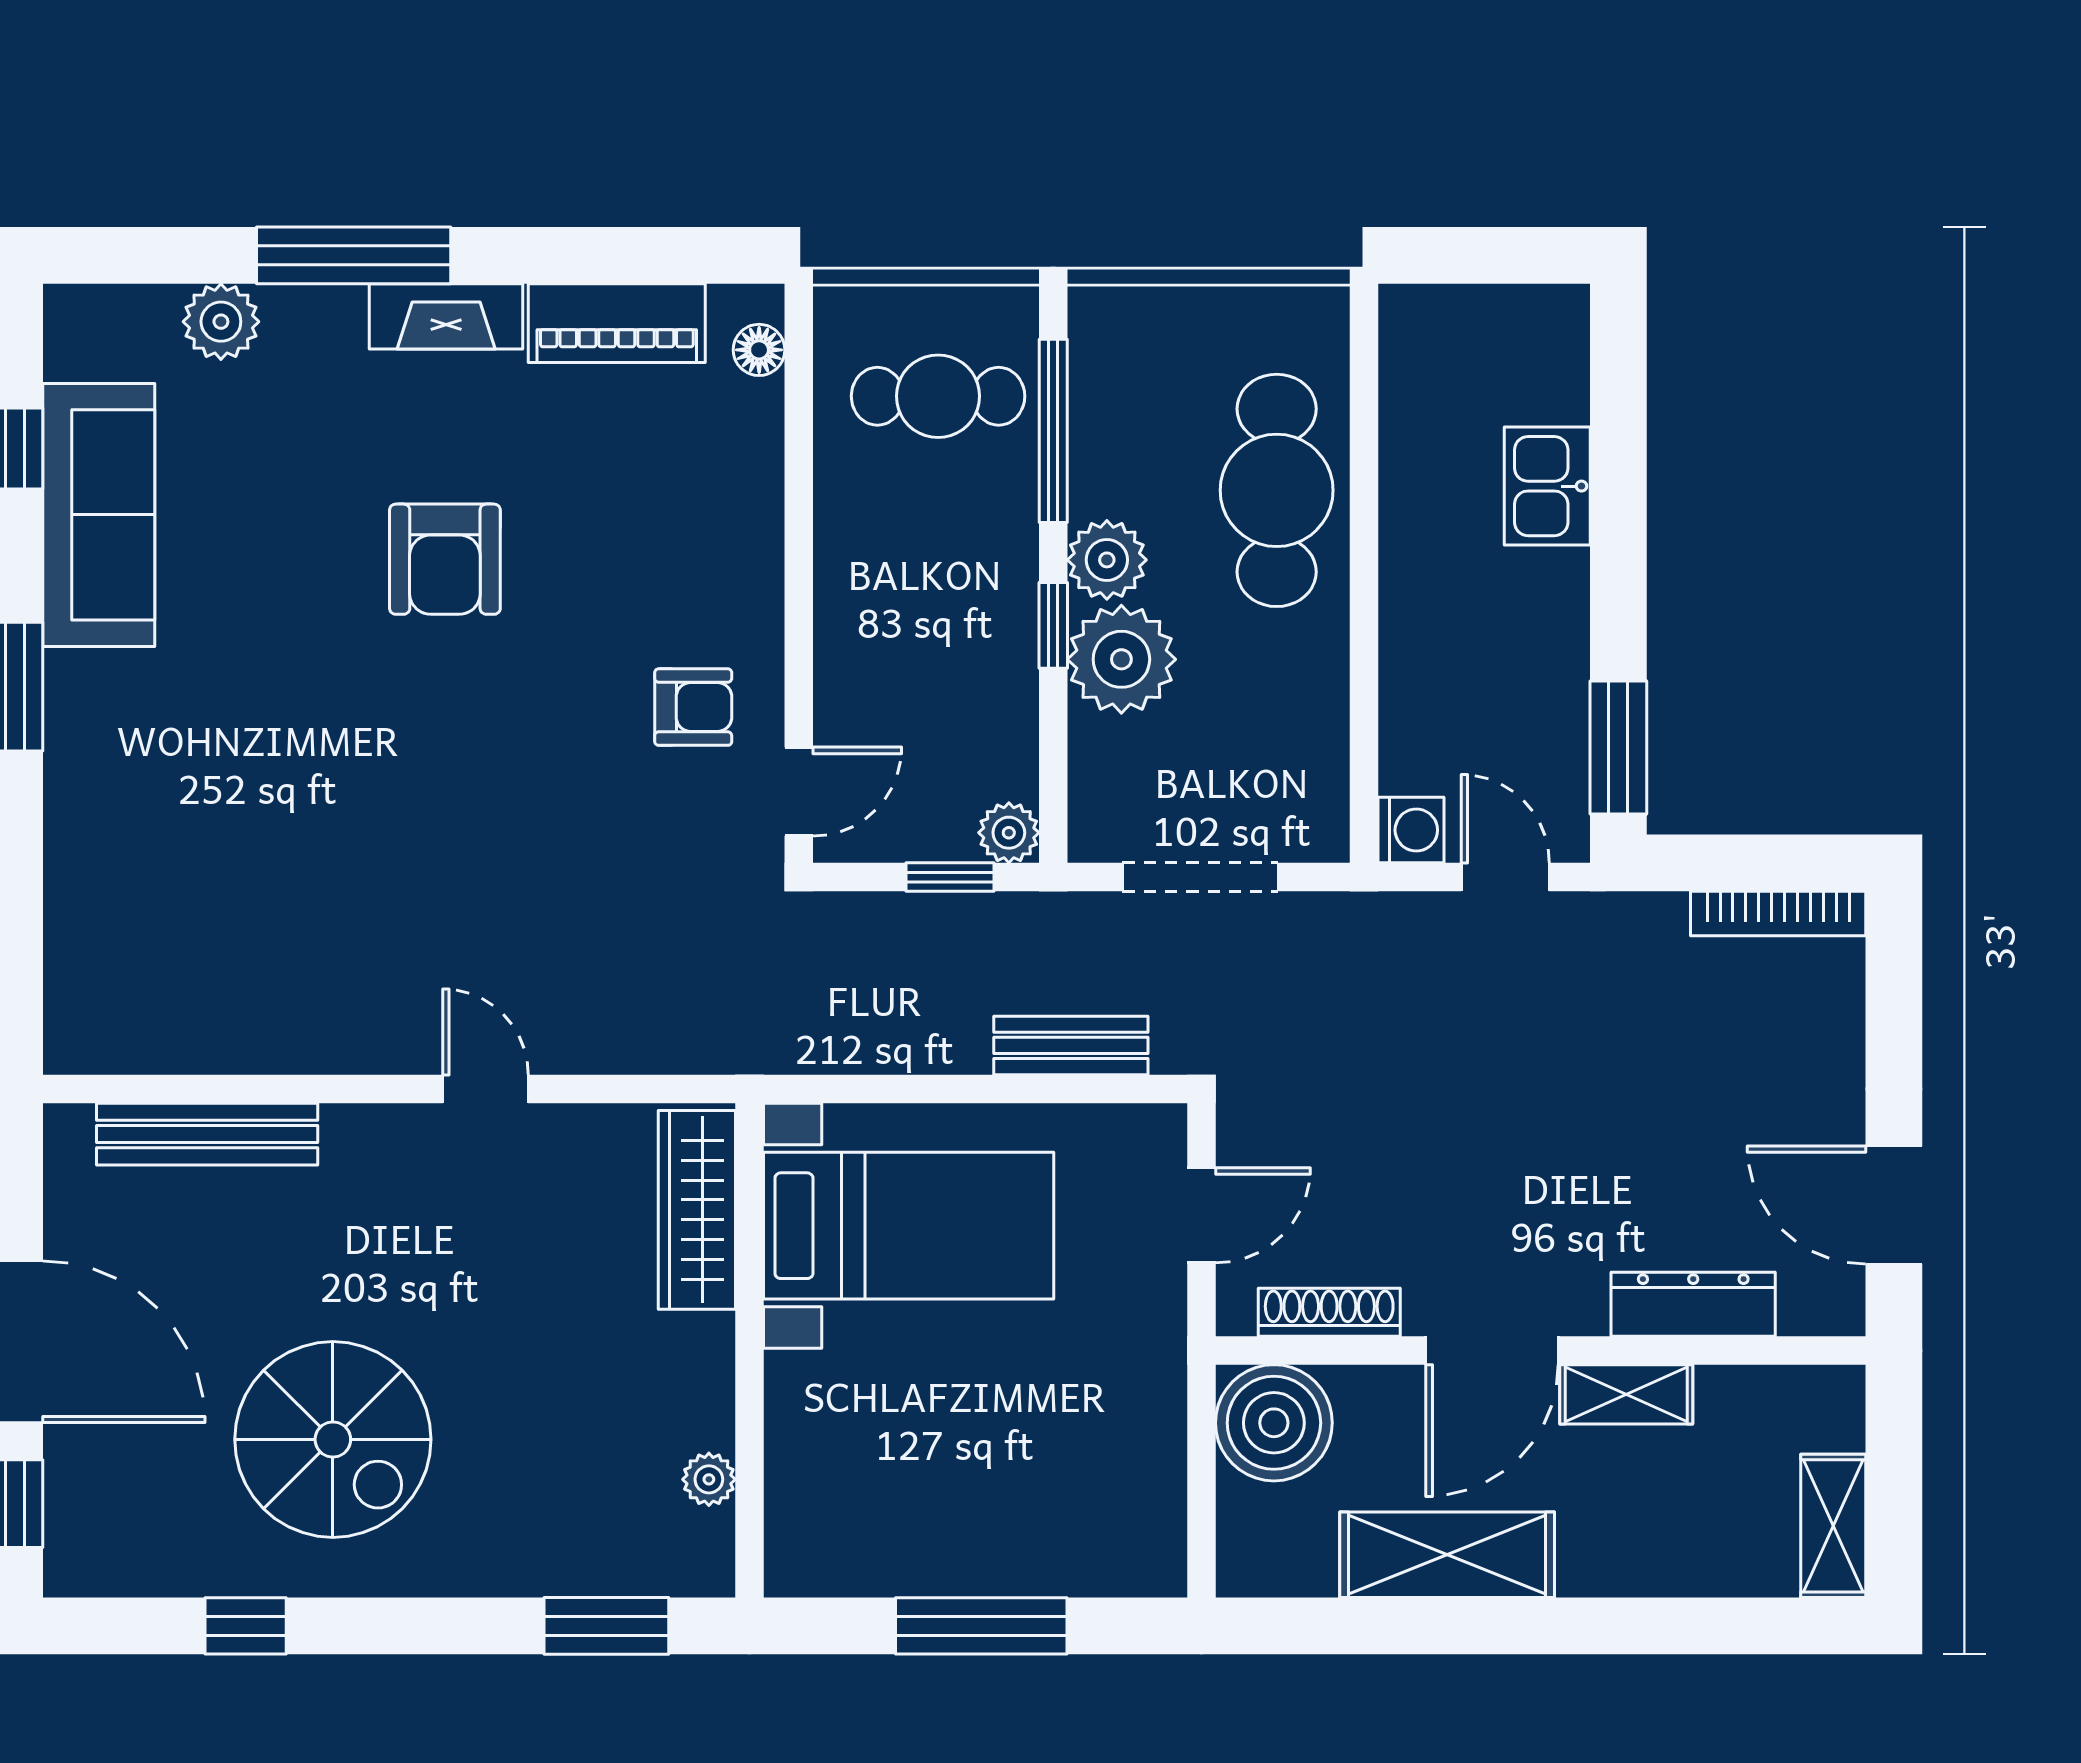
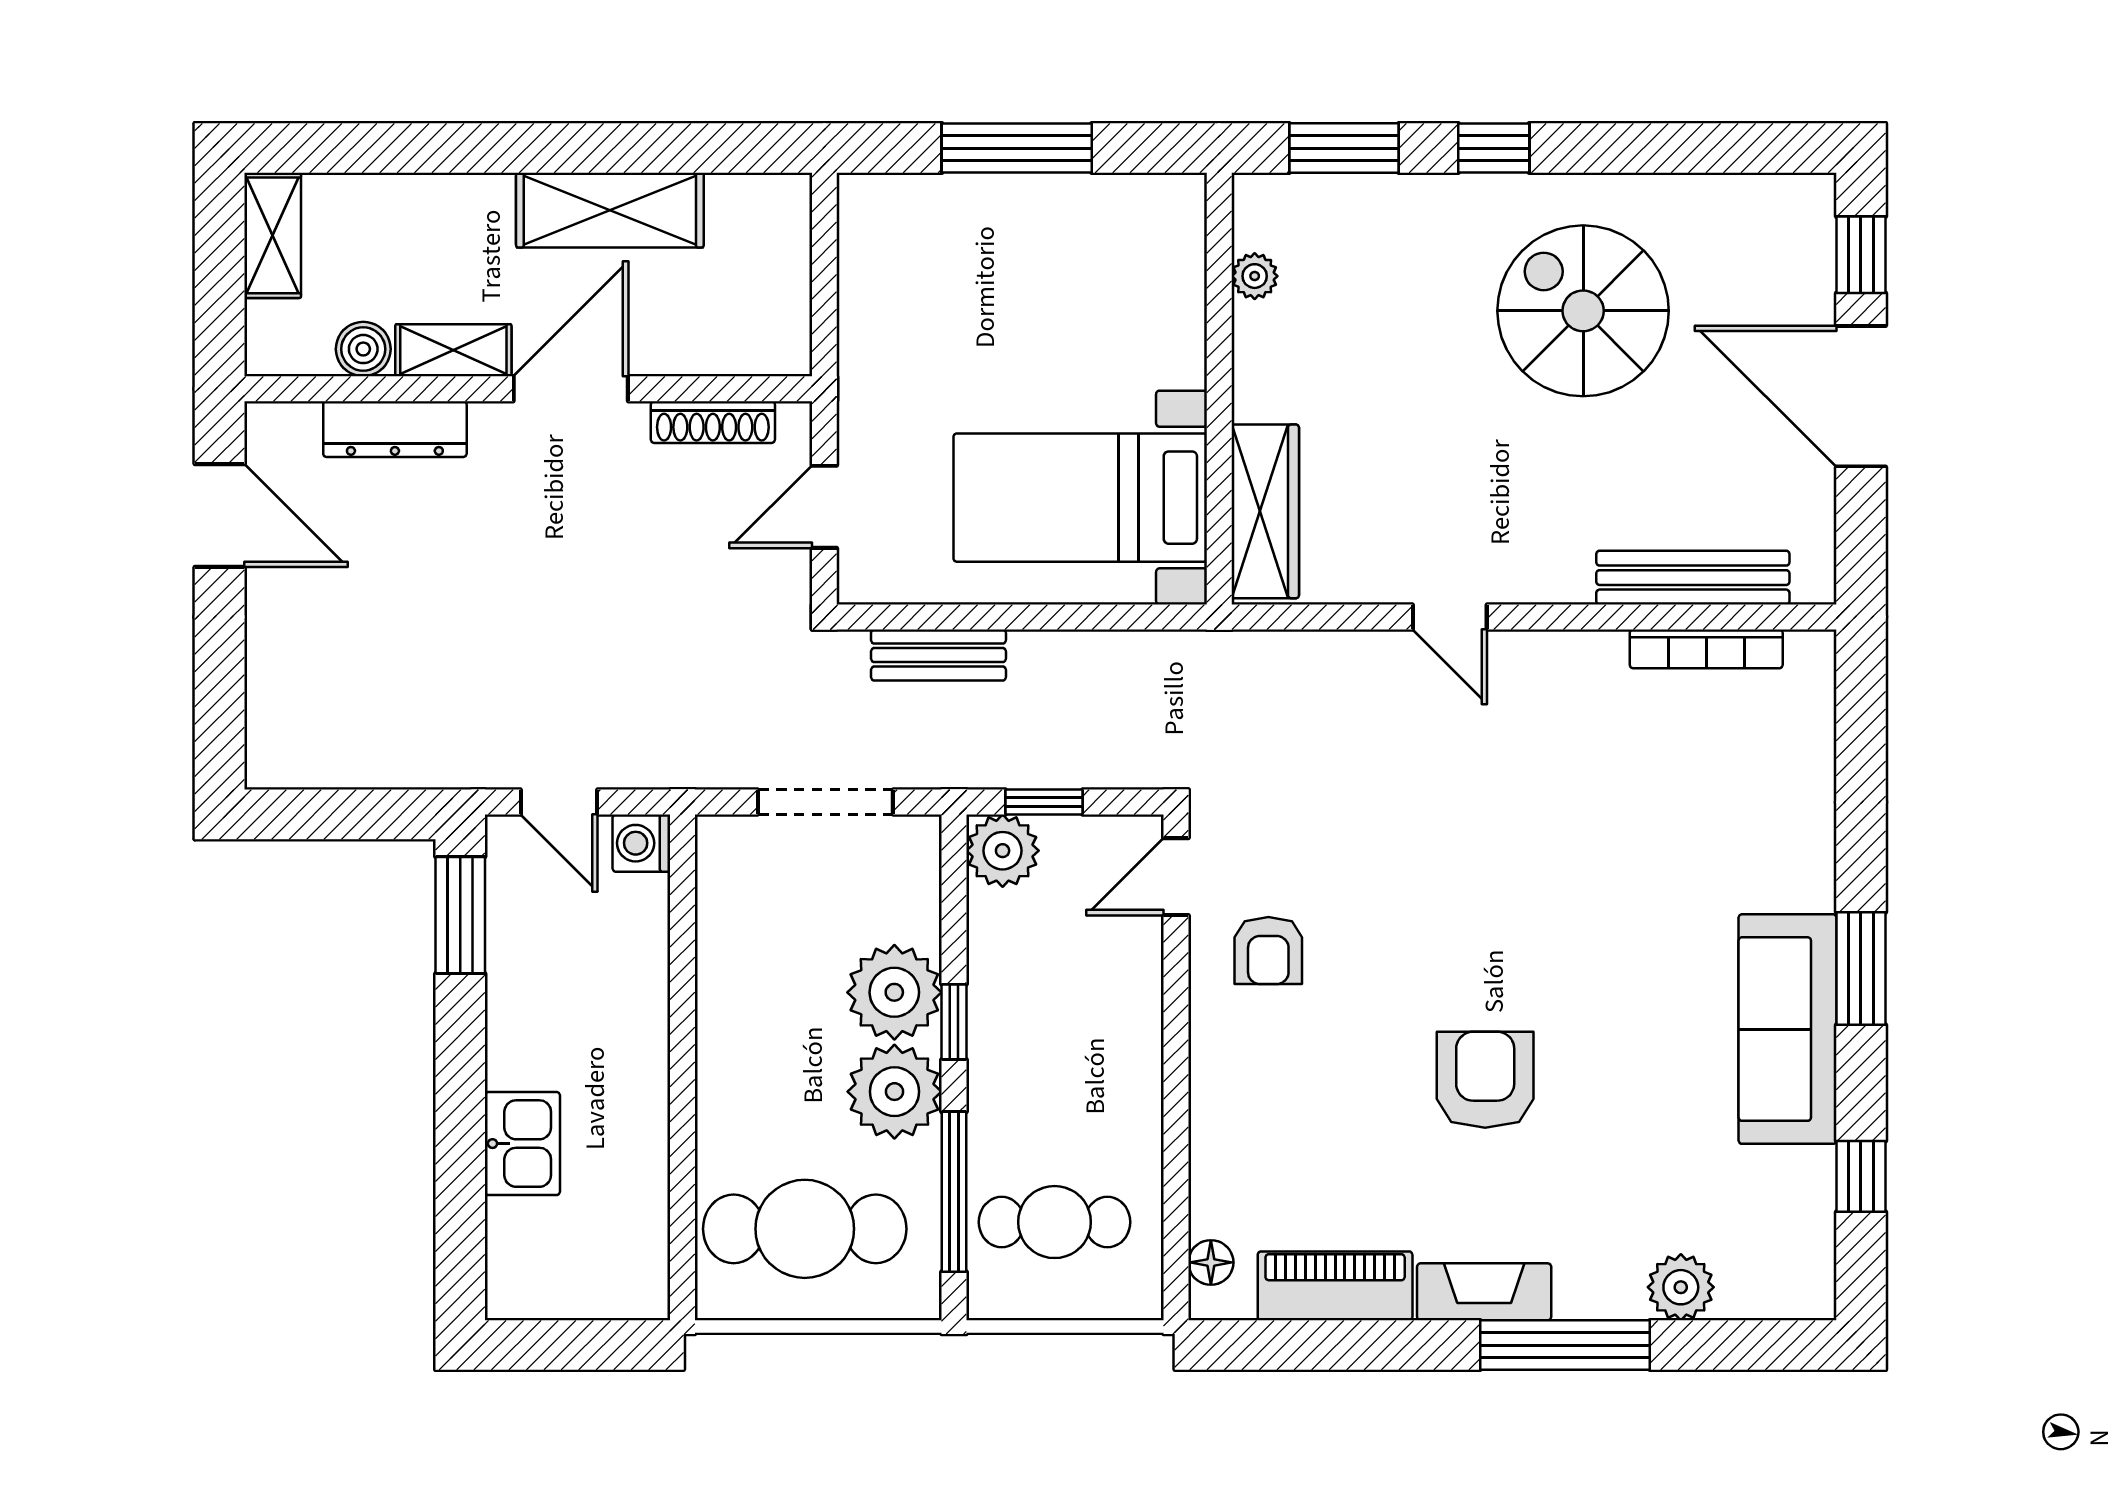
cafe table: (1277, 490) -> (805, 1229), moved, turned 90
sofa: (99, 515) -> (1787, 1029), moved
plant: (1107, 560) -> (894, 1092), width x1.36, depth x1.36
armchair: (693, 707) -> (1268, 951), turned -90
plant: (1009, 833) -> (1003, 851), width x1.38, depth x1.38
bookcase: (1778, 914) -> (1706, 649), moved, turned 180
boiler: (1274, 1423) -> (363, 349), moved, width x0.54, depth x0.54
window: (246, 1626) -> (1494, 148), moved

